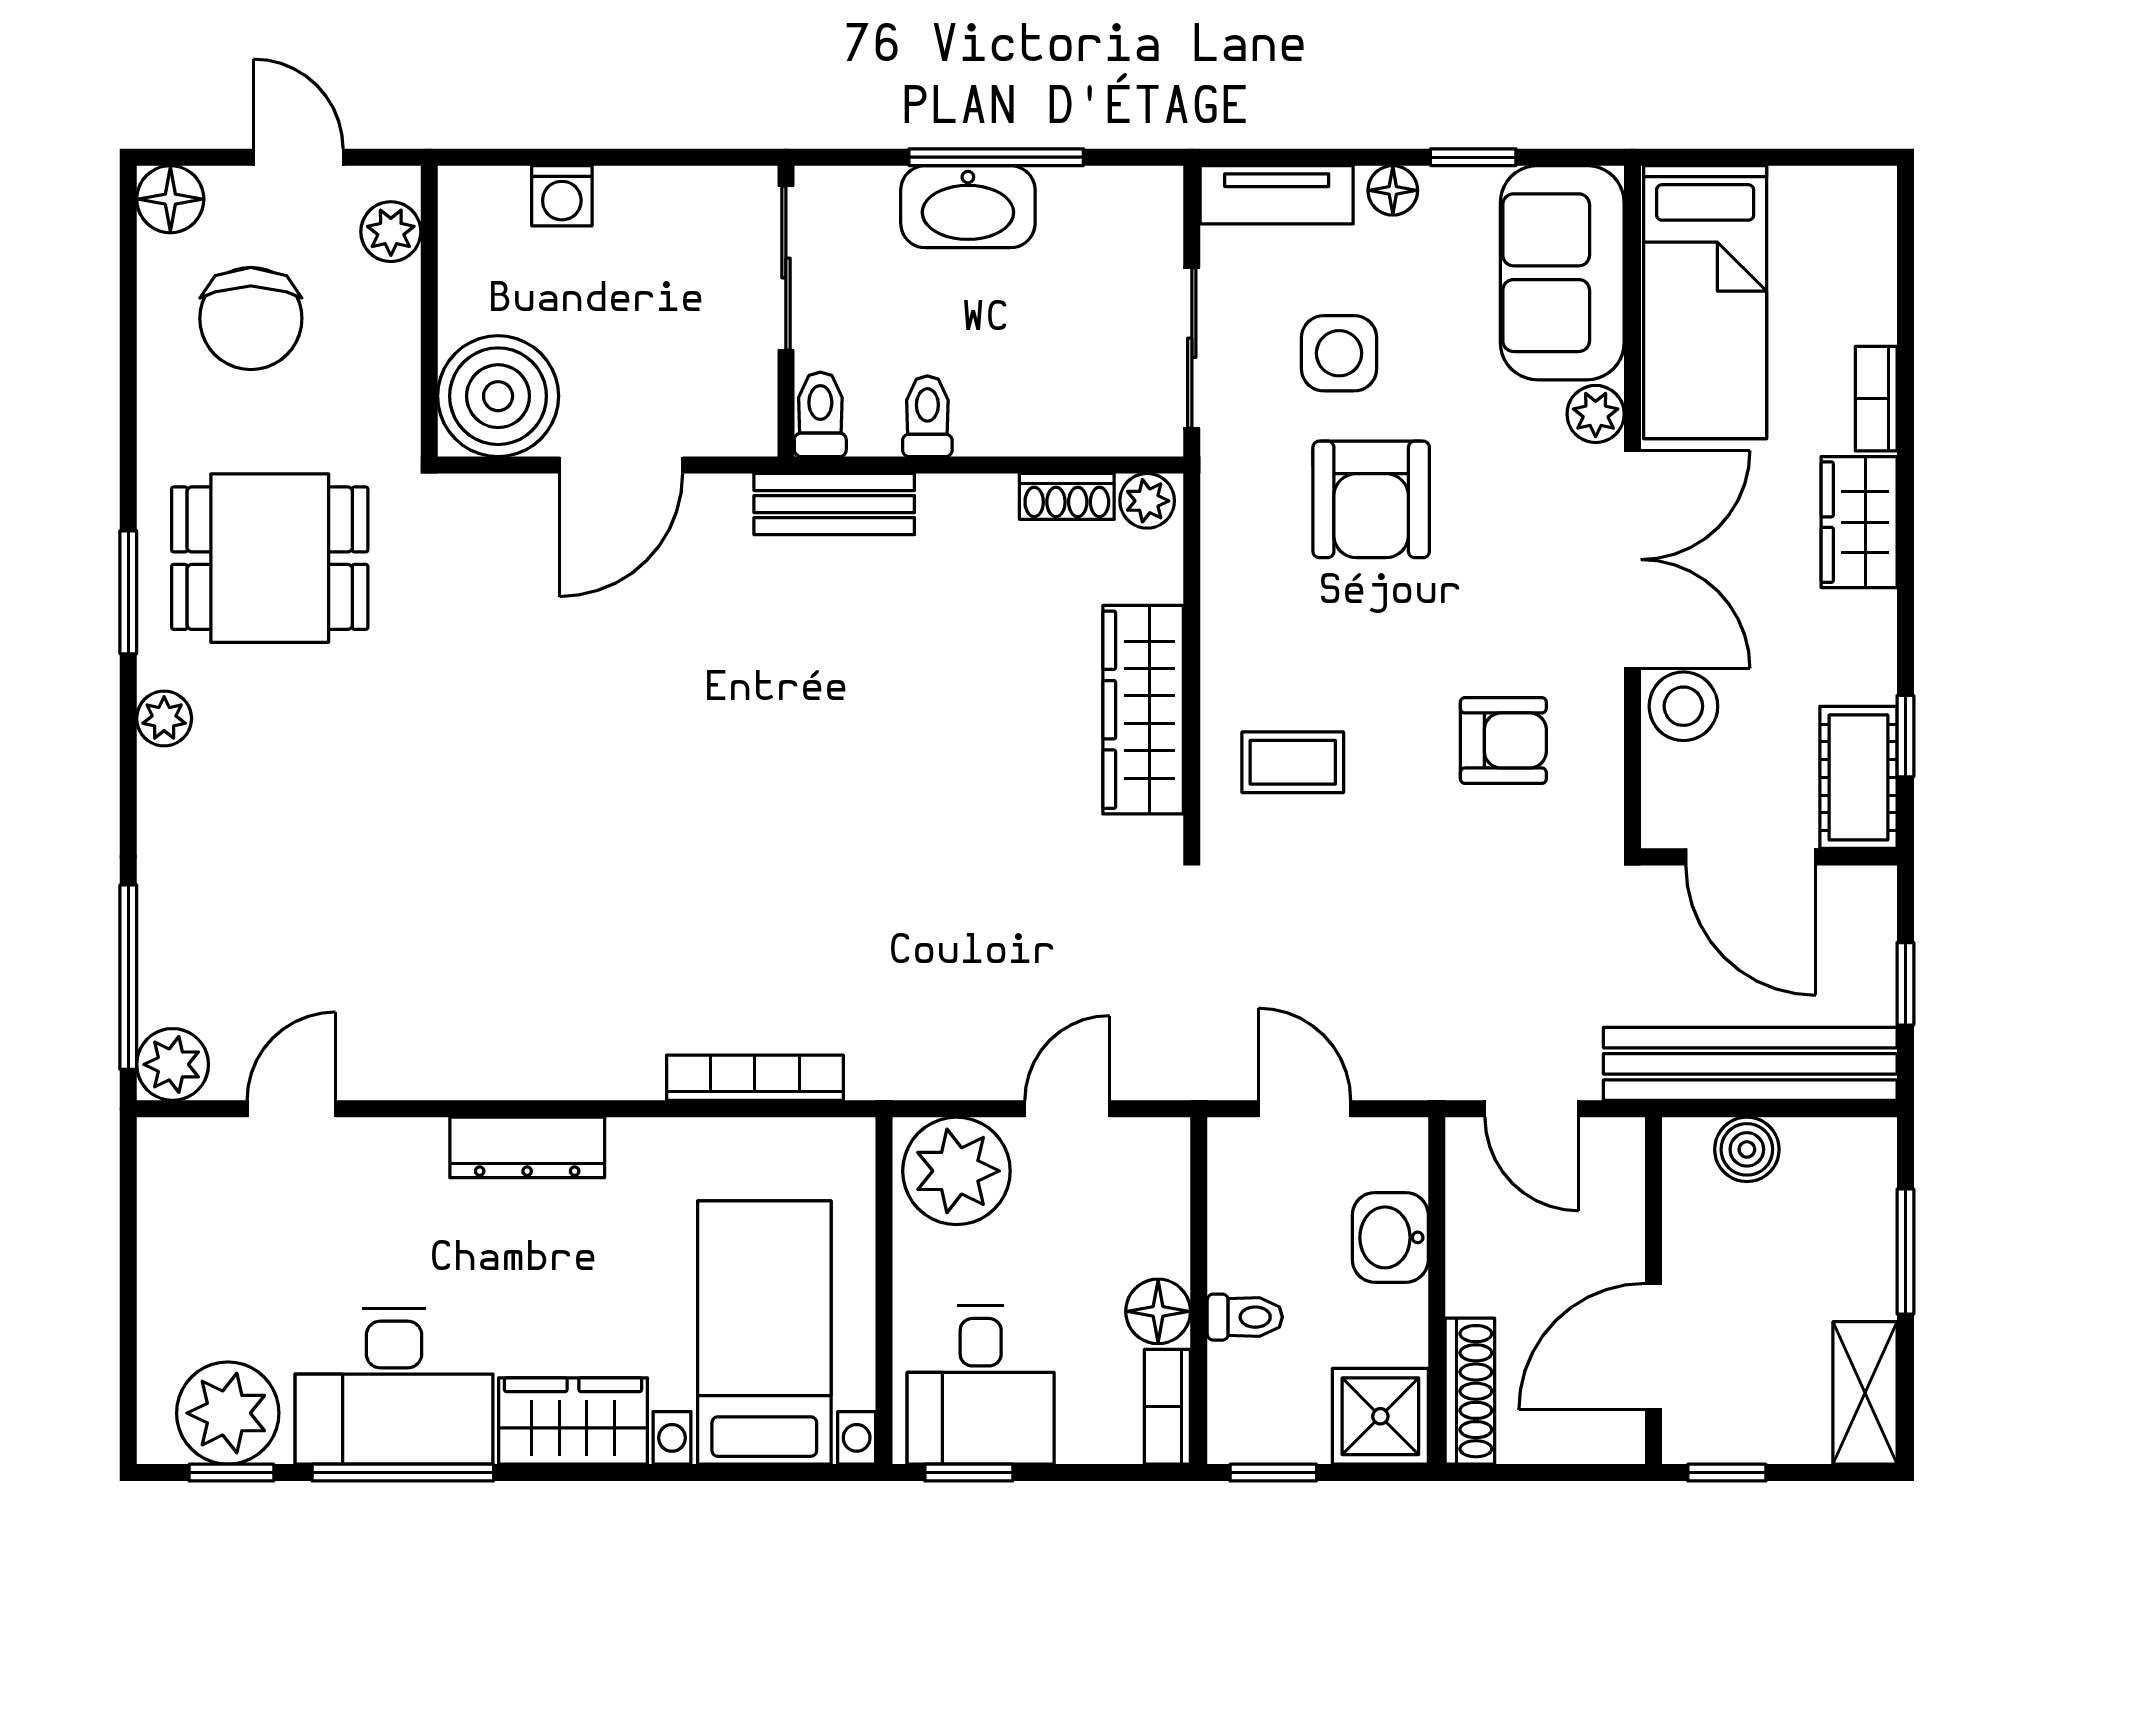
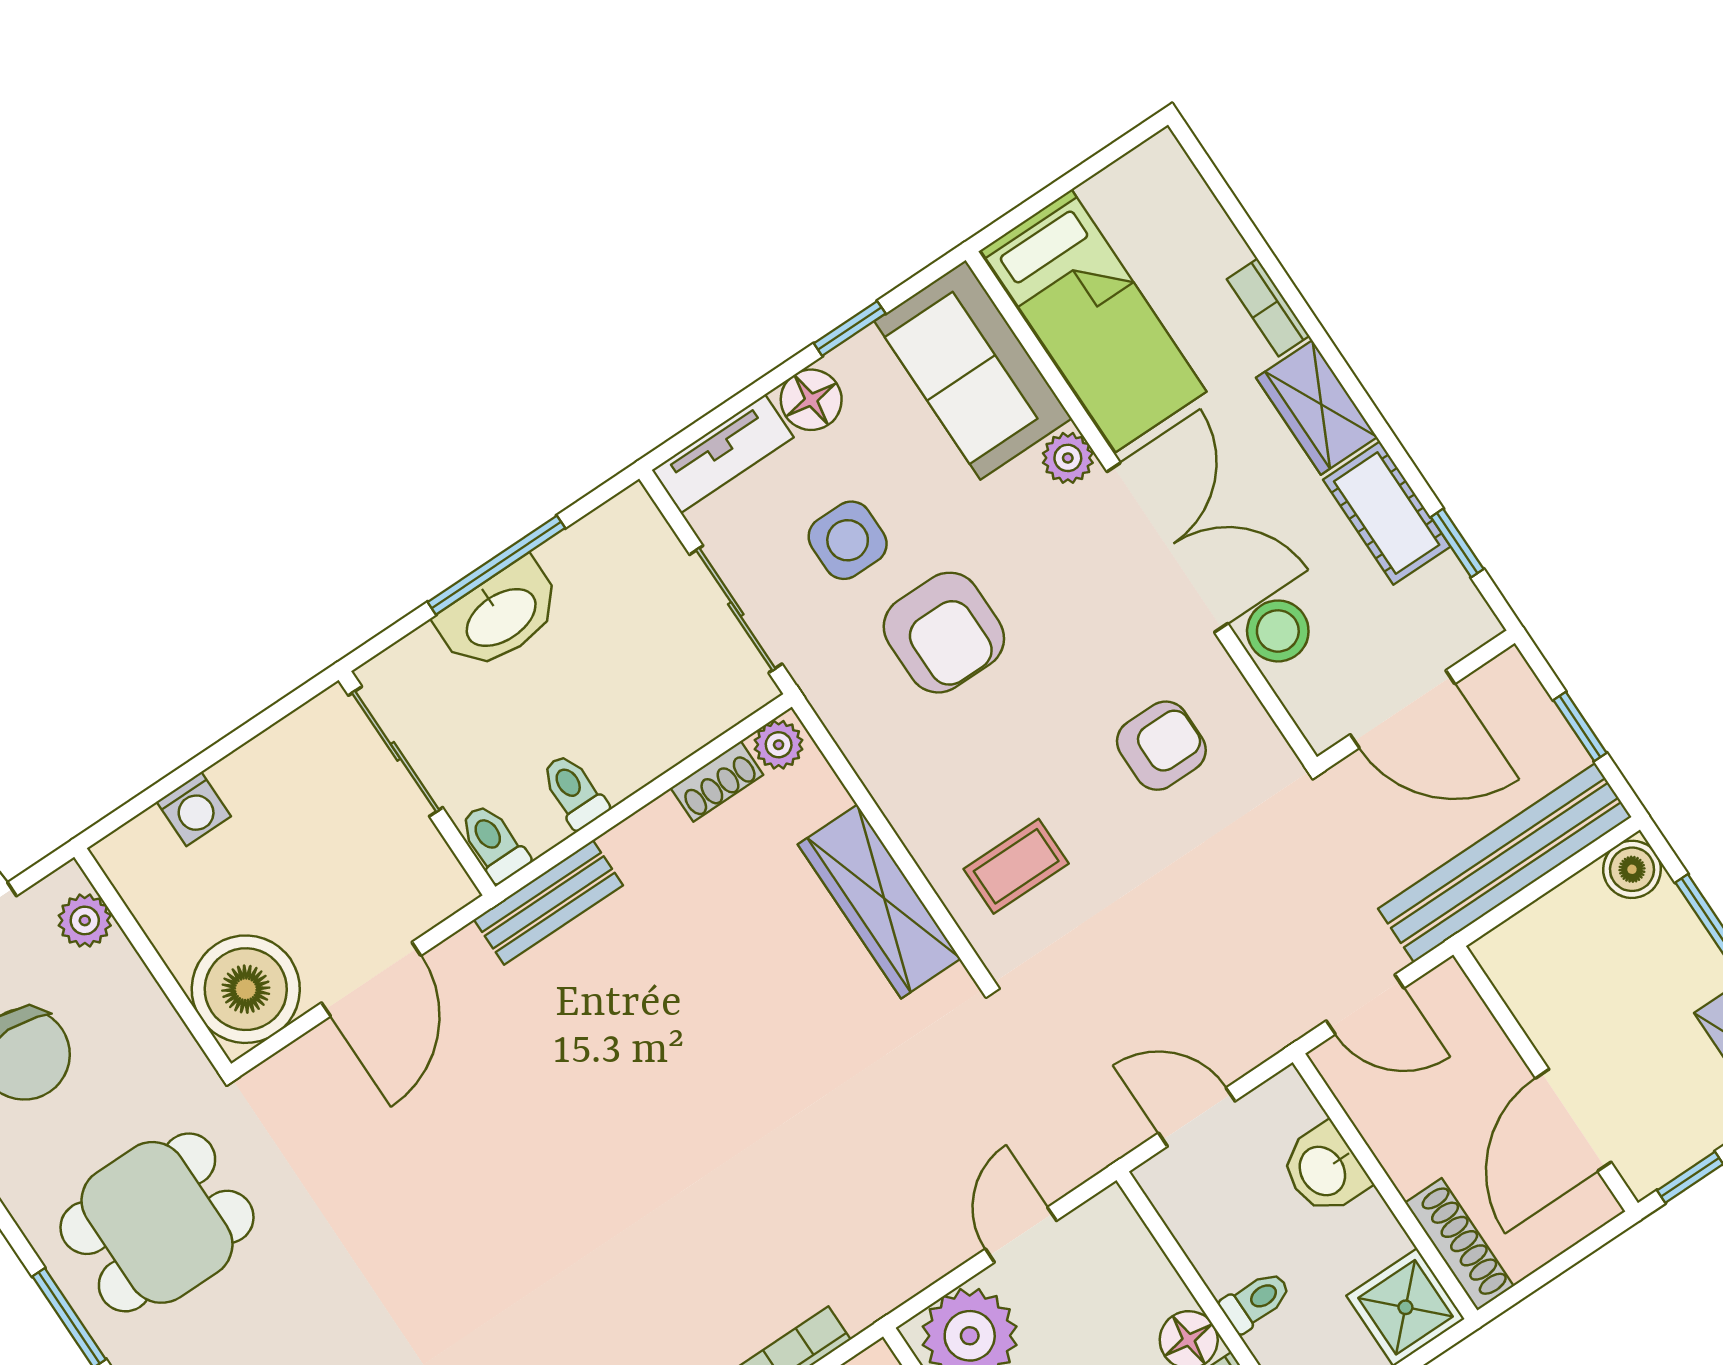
floor lamp: (1393, 190) -> (811, 400), width x1.37, depth x1.37
cot: (1858, 777) -> (1387, 513), moved
boiler: (1747, 1149) -> (1632, 869), moved

